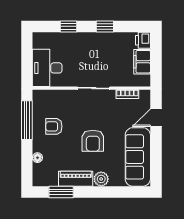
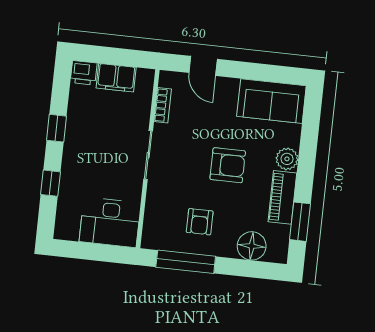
sofa: (138, 157) -> (271, 101), width x0.73
floor lamp: (37, 158) -> (252, 246), width x1.89, depth x1.89

